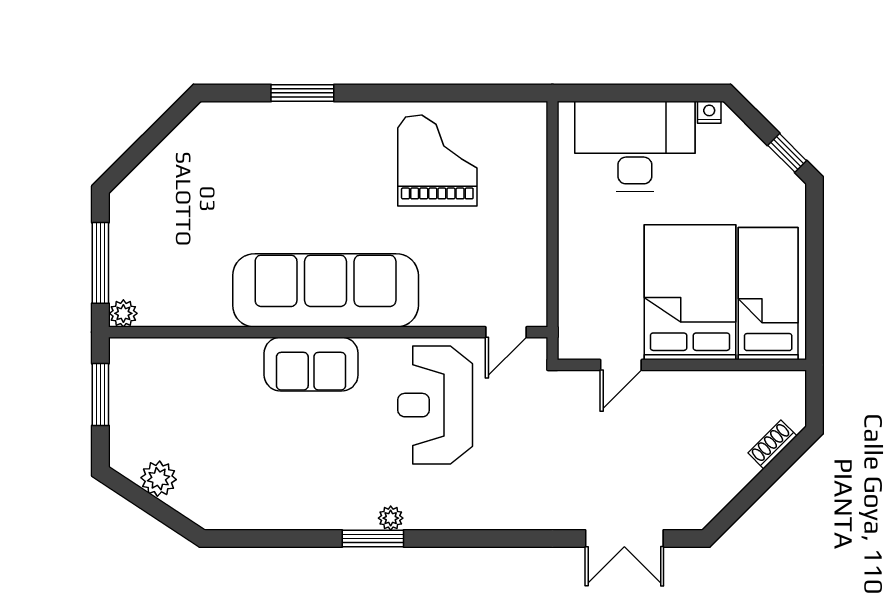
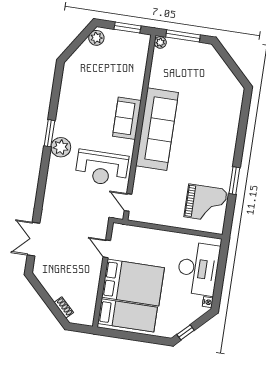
window: (302, 93) -> (234, 181), moved
grand piano: (437, 161) -> (206, 203), moved
reception desk: (435, 405) -> (102, 168), turned 180
plant: (159, 479) -> (96, 38), moved
plant: (391, 518) -> (61, 147), width x1.87, depth x1.87

